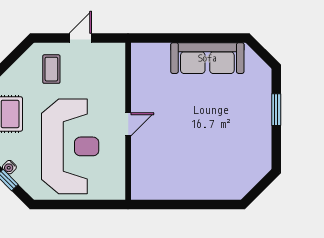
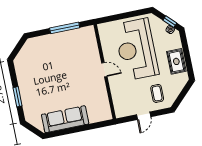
door: (128, 124) -> (104, 70), swing flipped
window: (178, 205) -> (65, 28), added

